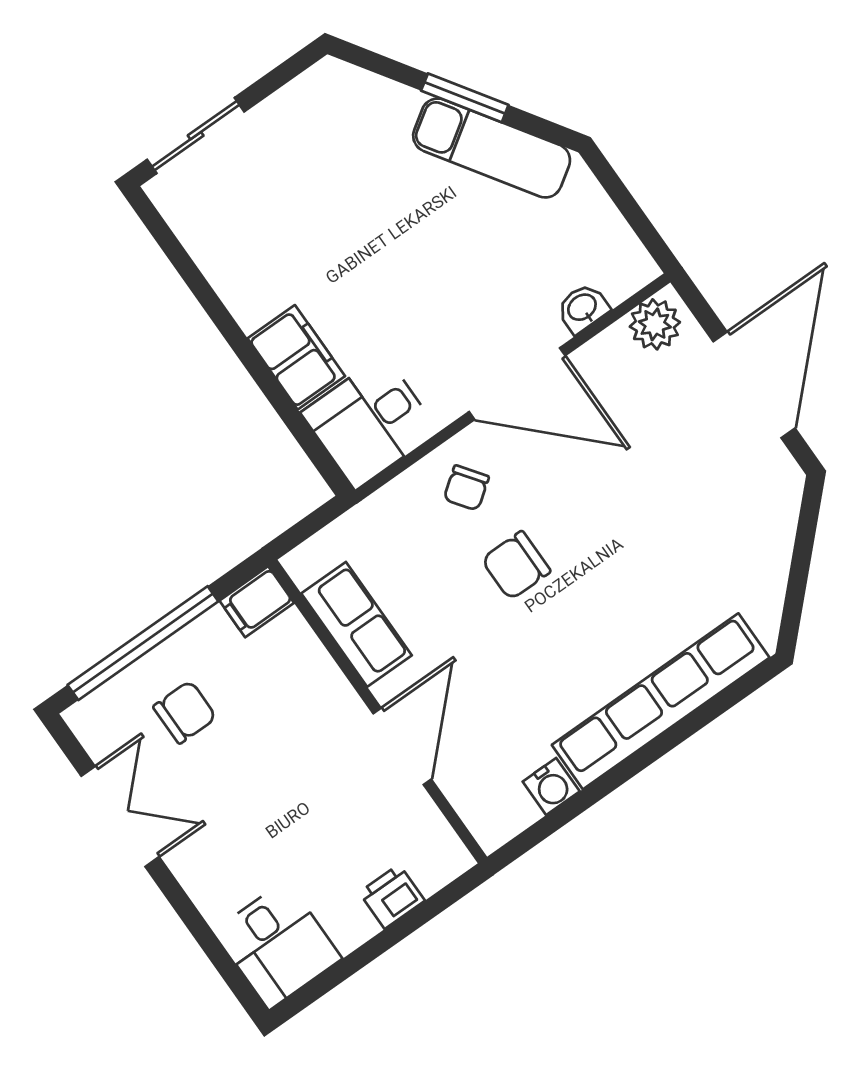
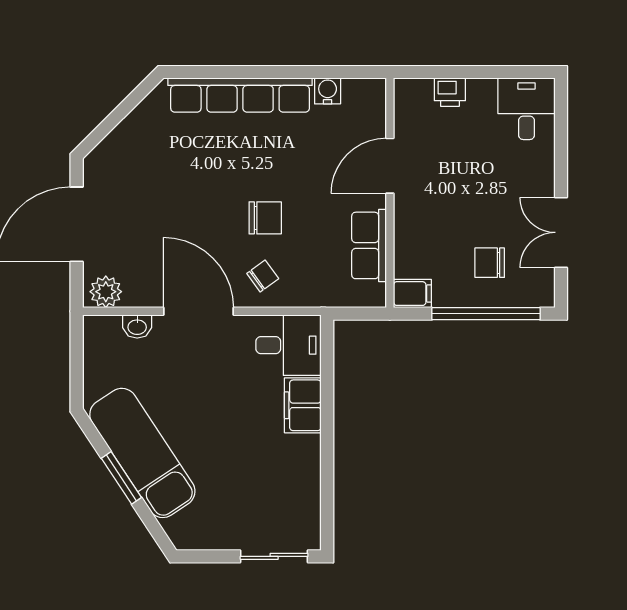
exam couch: (492, 148) -> (142, 453), width x1.36, depth x1.45

